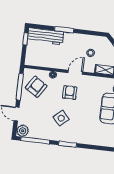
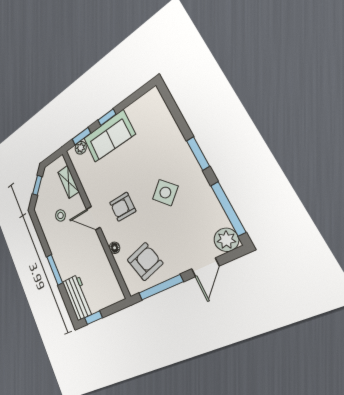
workbench: (46, 36) -> (78, 297), width x0.73
armchair: (36, 87) -> (145, 262), turned 131

